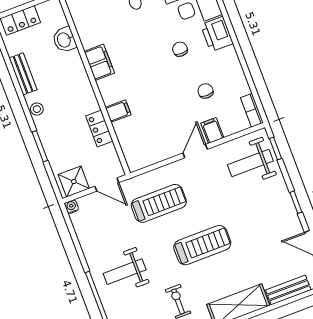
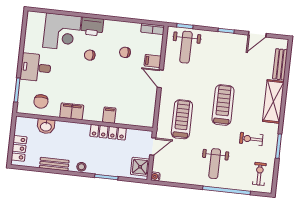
chair: (92, 18) -> (41, 101), added
locker: (99, 129) -> (108, 132), width x1.53

